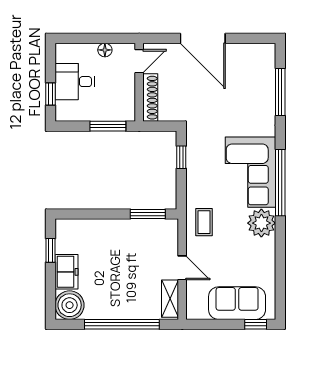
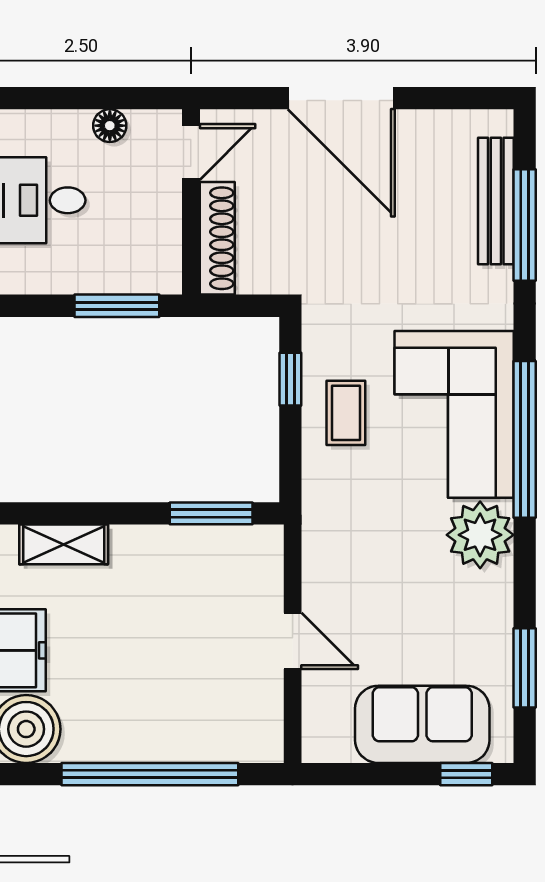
bench: (268, 82) -> (496, 201), added
coffee table: (204, 222) -> (346, 413), moved
window: (280, 279) -> (525, 668), added
shelving: (170, 299) -> (64, 544), moved, turned 90

